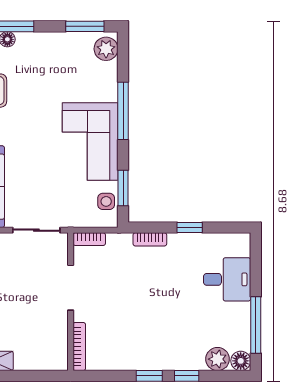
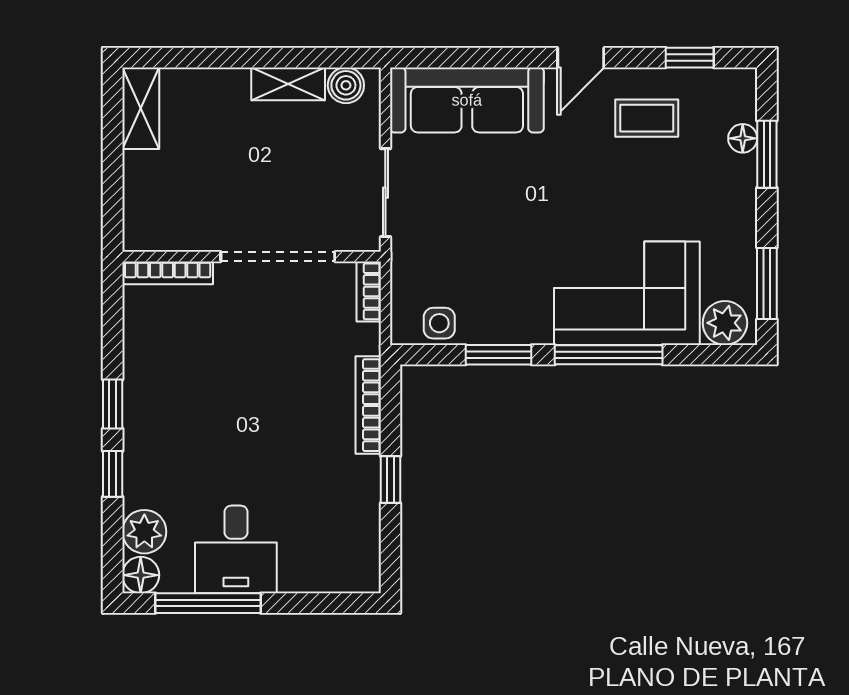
corner sofa: (90, 141) -> (627, 293), moved
window: (123, 188) -> (499, 355), moved
bookcase: (150, 239) -> (368, 405), width x1.56
desk: (227, 279) -> (236, 549), moved
doorway: (71, 288) -> (278, 257), width x1.36

